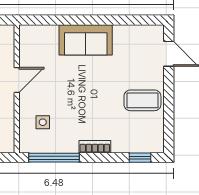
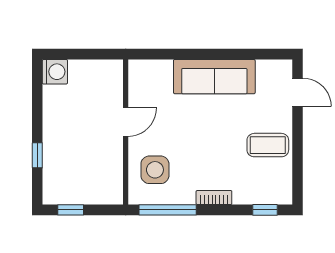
sofa: (86, 40) -> (214, 77), width x1.36
side table: (43, 122) -> (155, 170), width x1.87, depth x1.87

